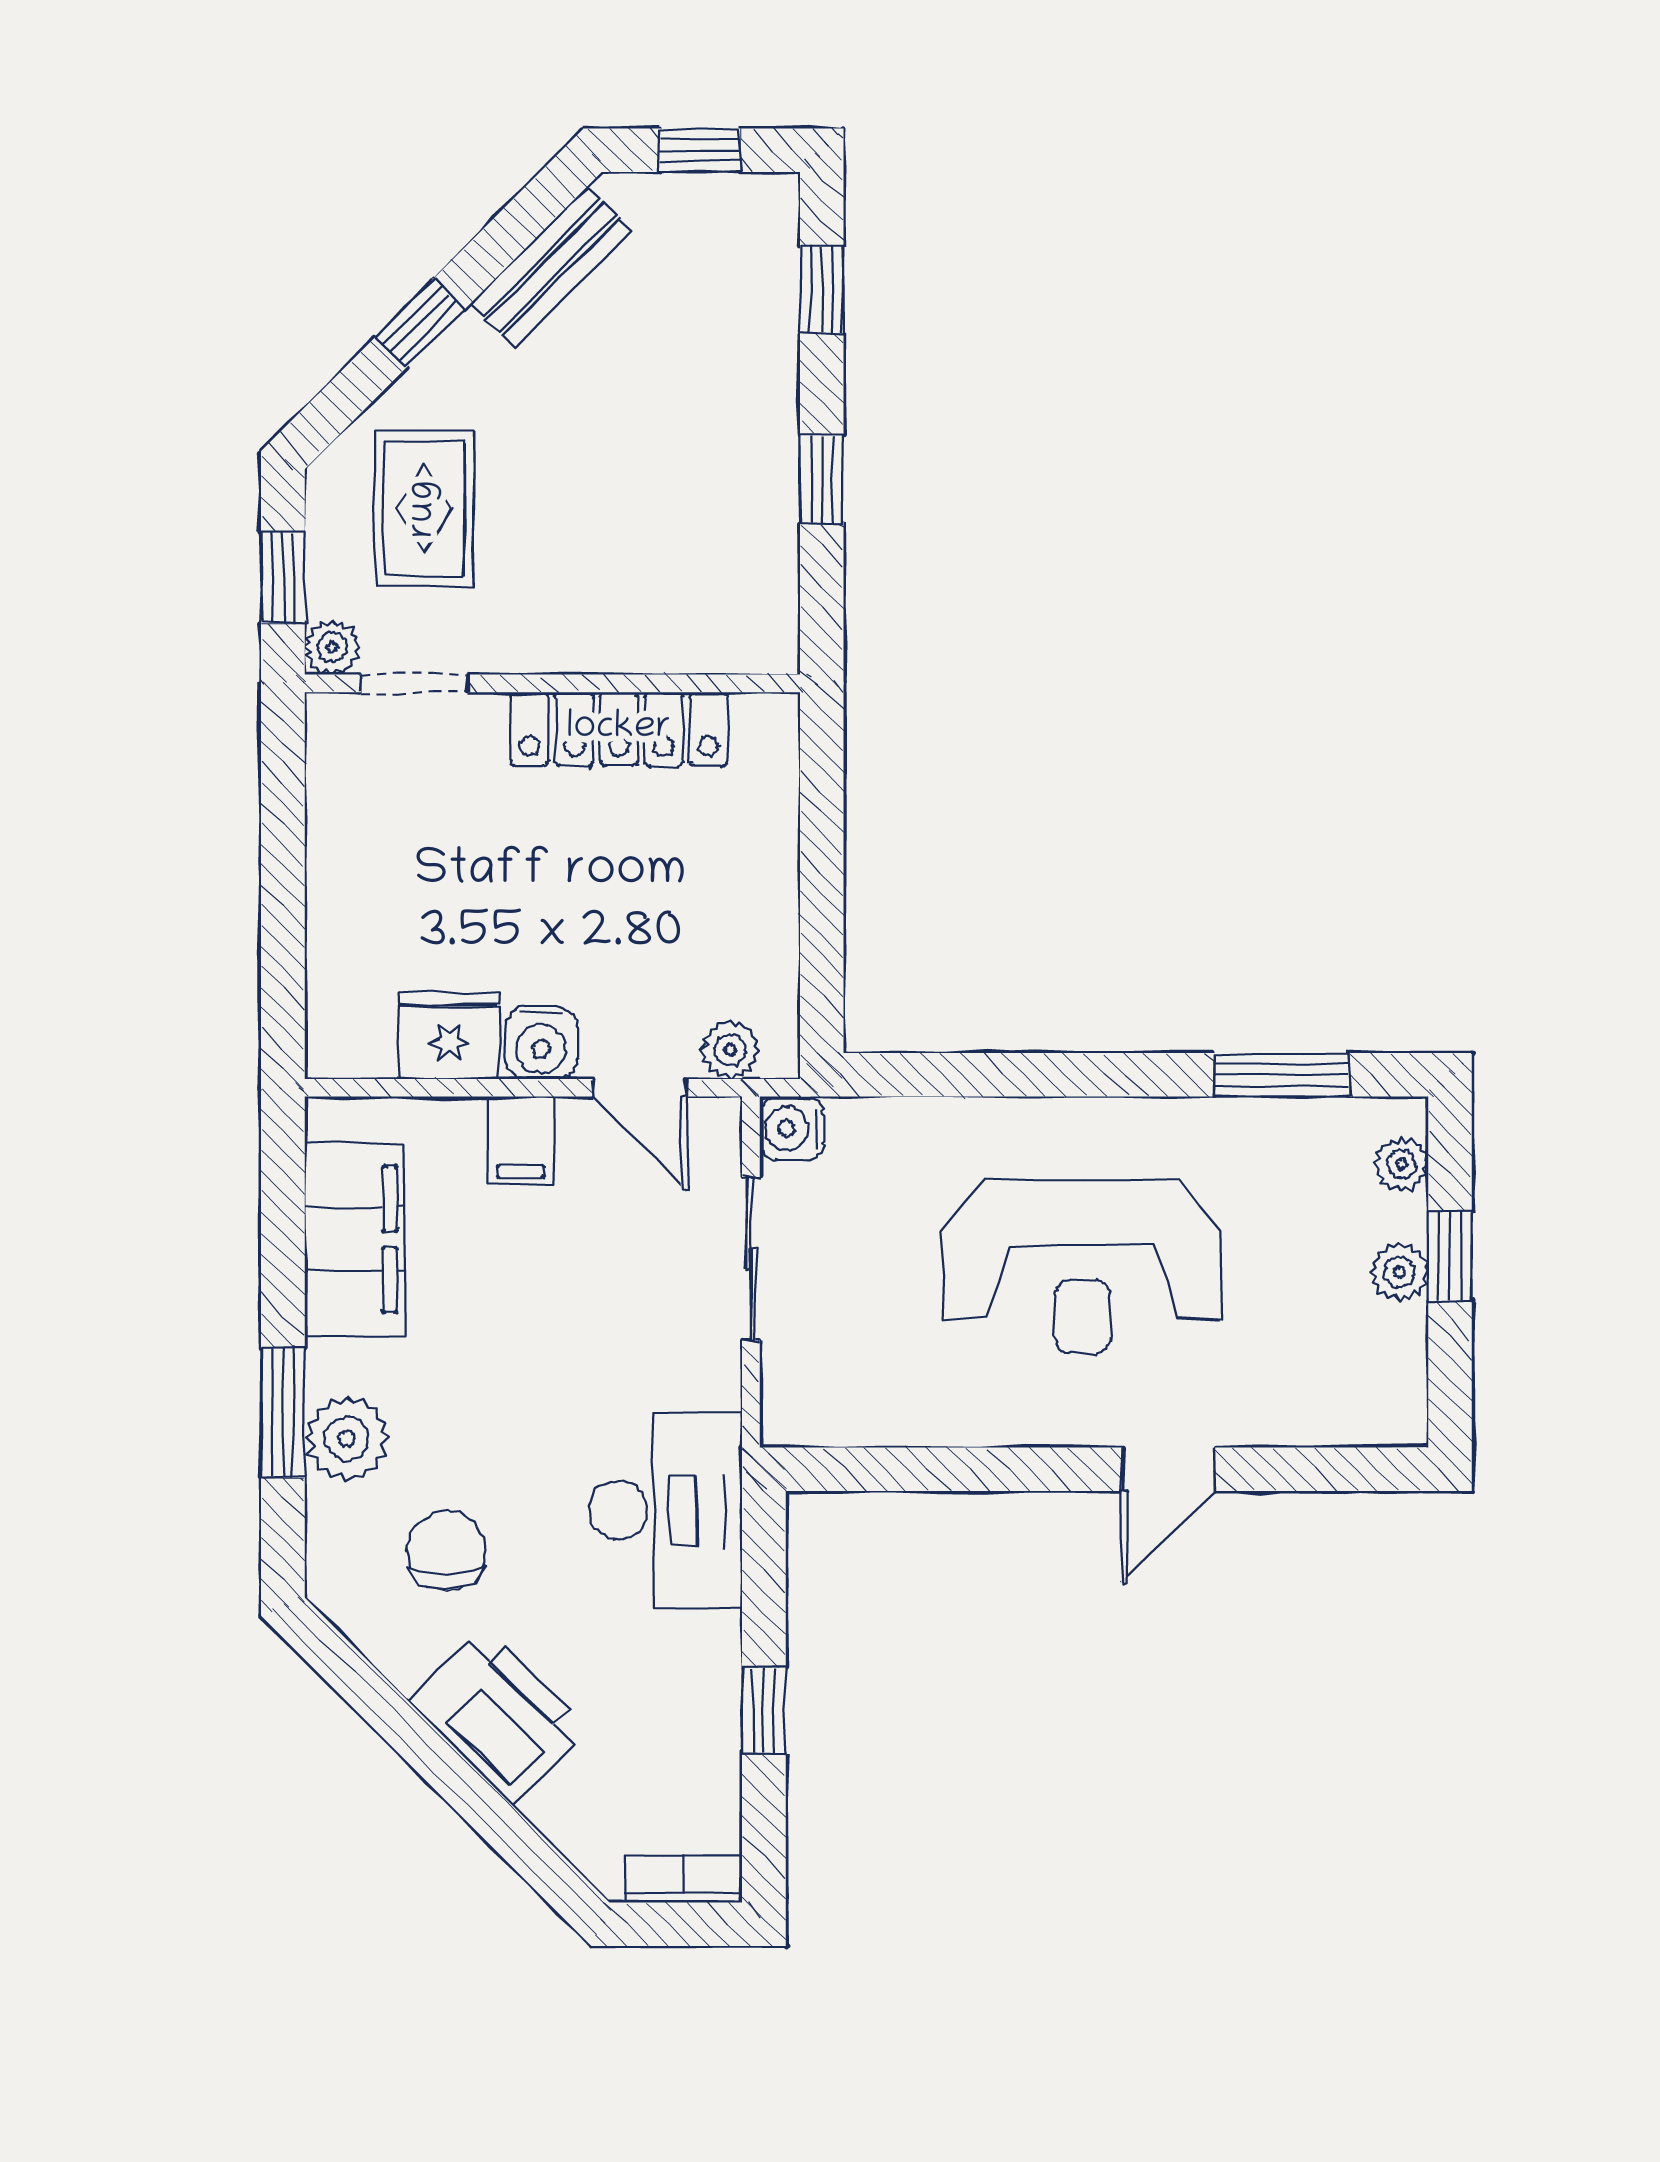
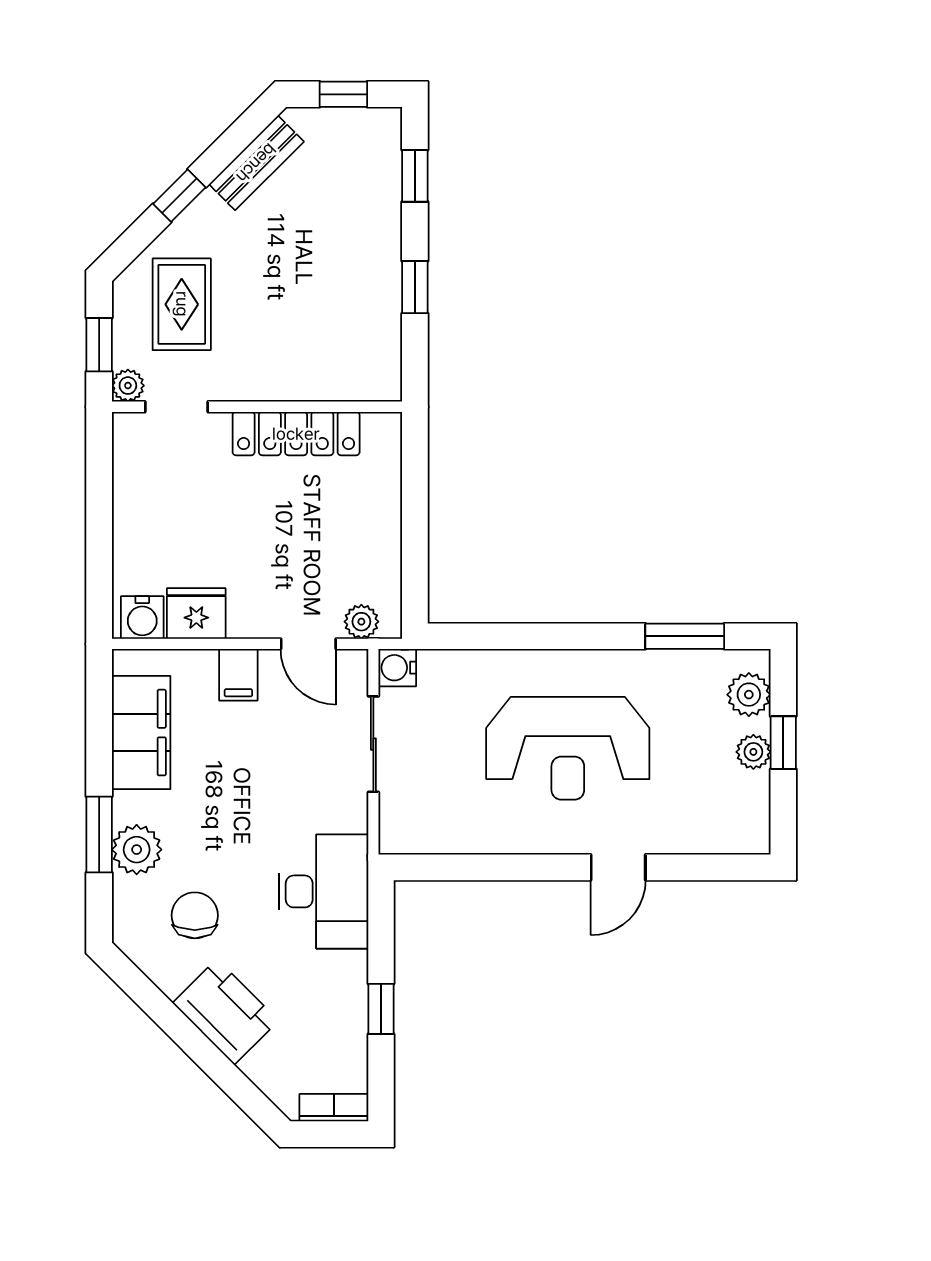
water cooler: (541, 1043) -> (142, 617), moved
plant: (1401, 1164) -> (749, 695), width x1.38, depth x1.38

